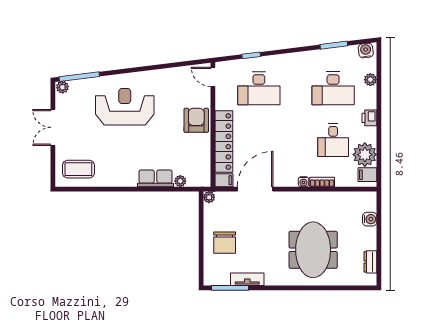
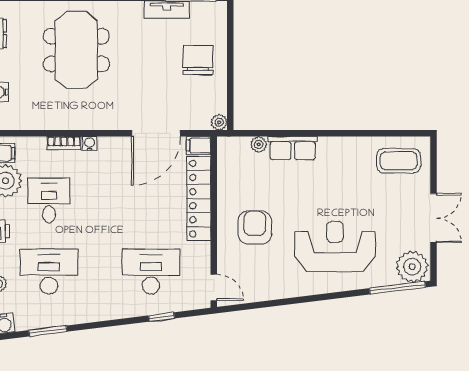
plant: (62, 87) -> (412, 267), width x1.87, depth x1.87
reception desk: (125, 107) -> (335, 246), turned 180
armchair: (196, 120) -> (255, 227), moved, turned 180

